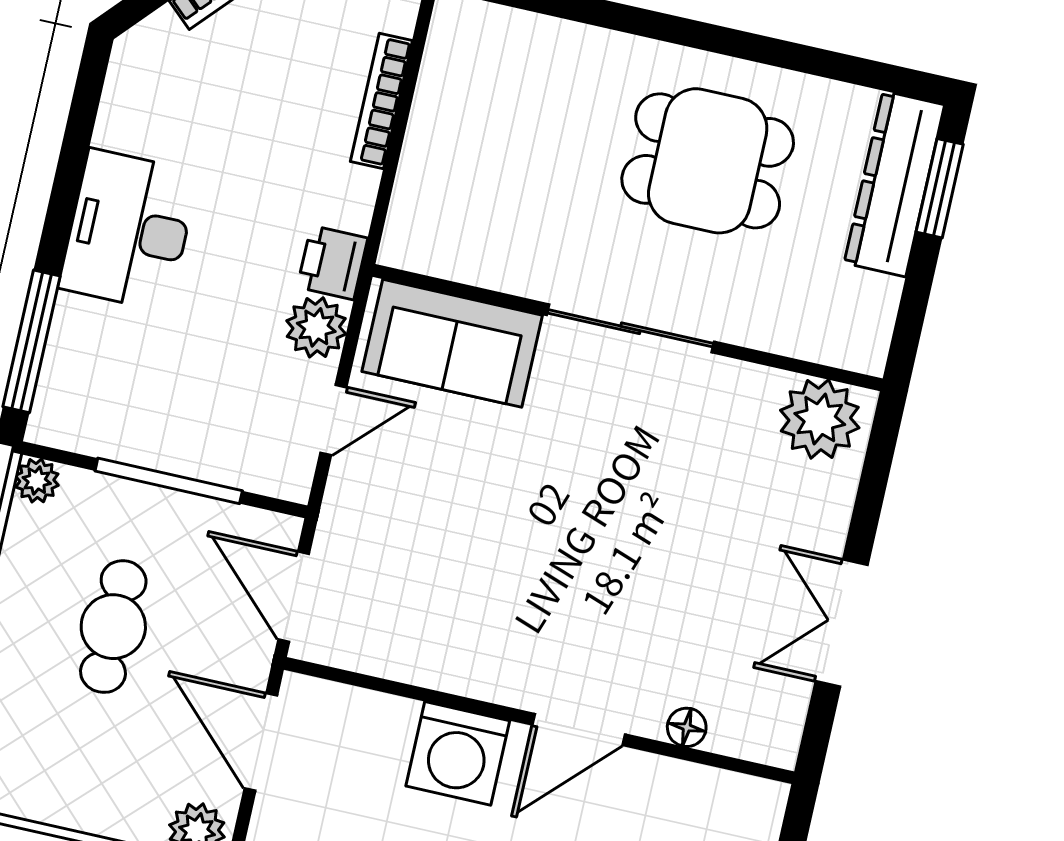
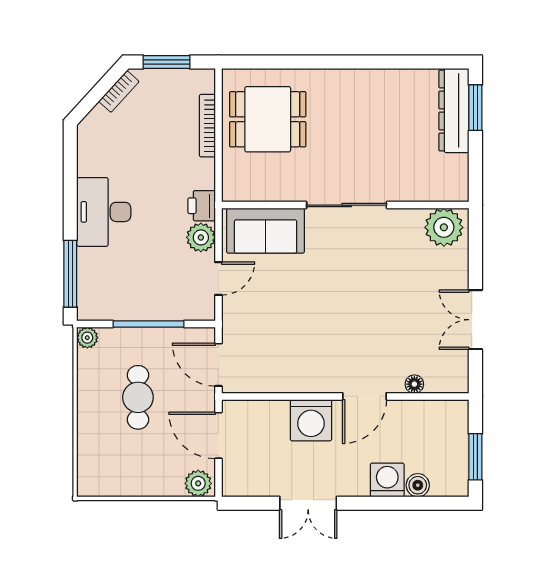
dining table: (708, 161) -> (268, 119), moved

